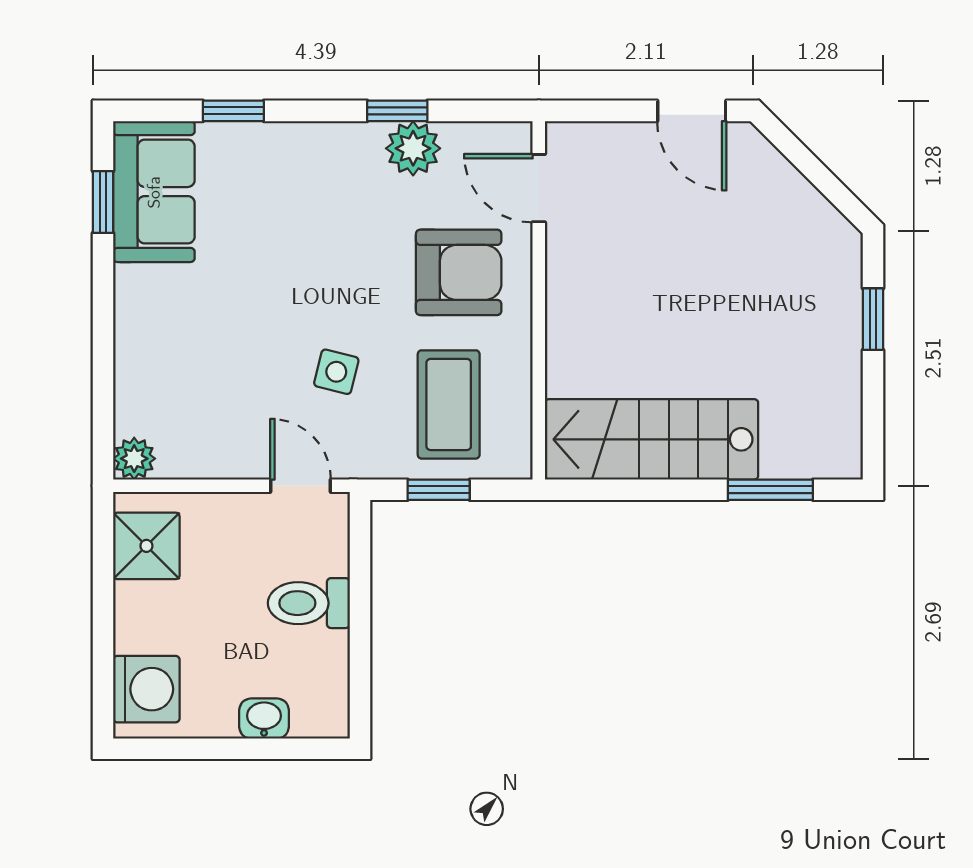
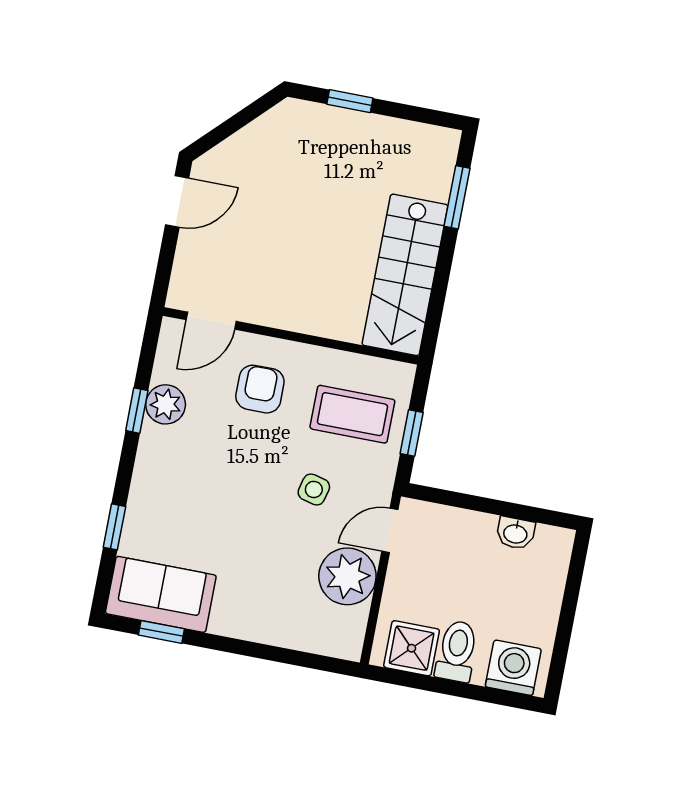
armchair: (459, 272) -> (260, 389), width x0.72, depth x0.72
plant: (134, 459) -> (347, 576), moved, width x1.88, depth x1.88
toilet: (309, 603) -> (457, 651), moved, turned 180
washbasin: (264, 719) -> (515, 533), moved, turned -90

